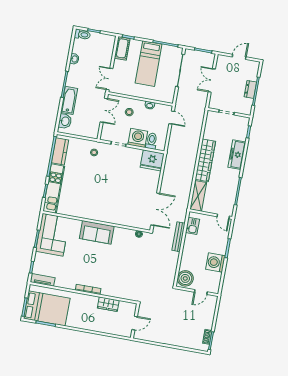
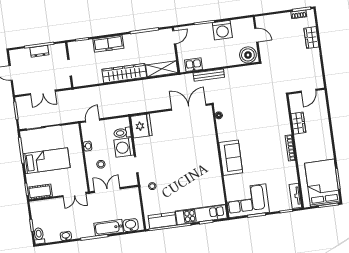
door: (135, 323) -> (309, 91), swing flipped
wardrobe: (182, 341) -> (311, 38), added

